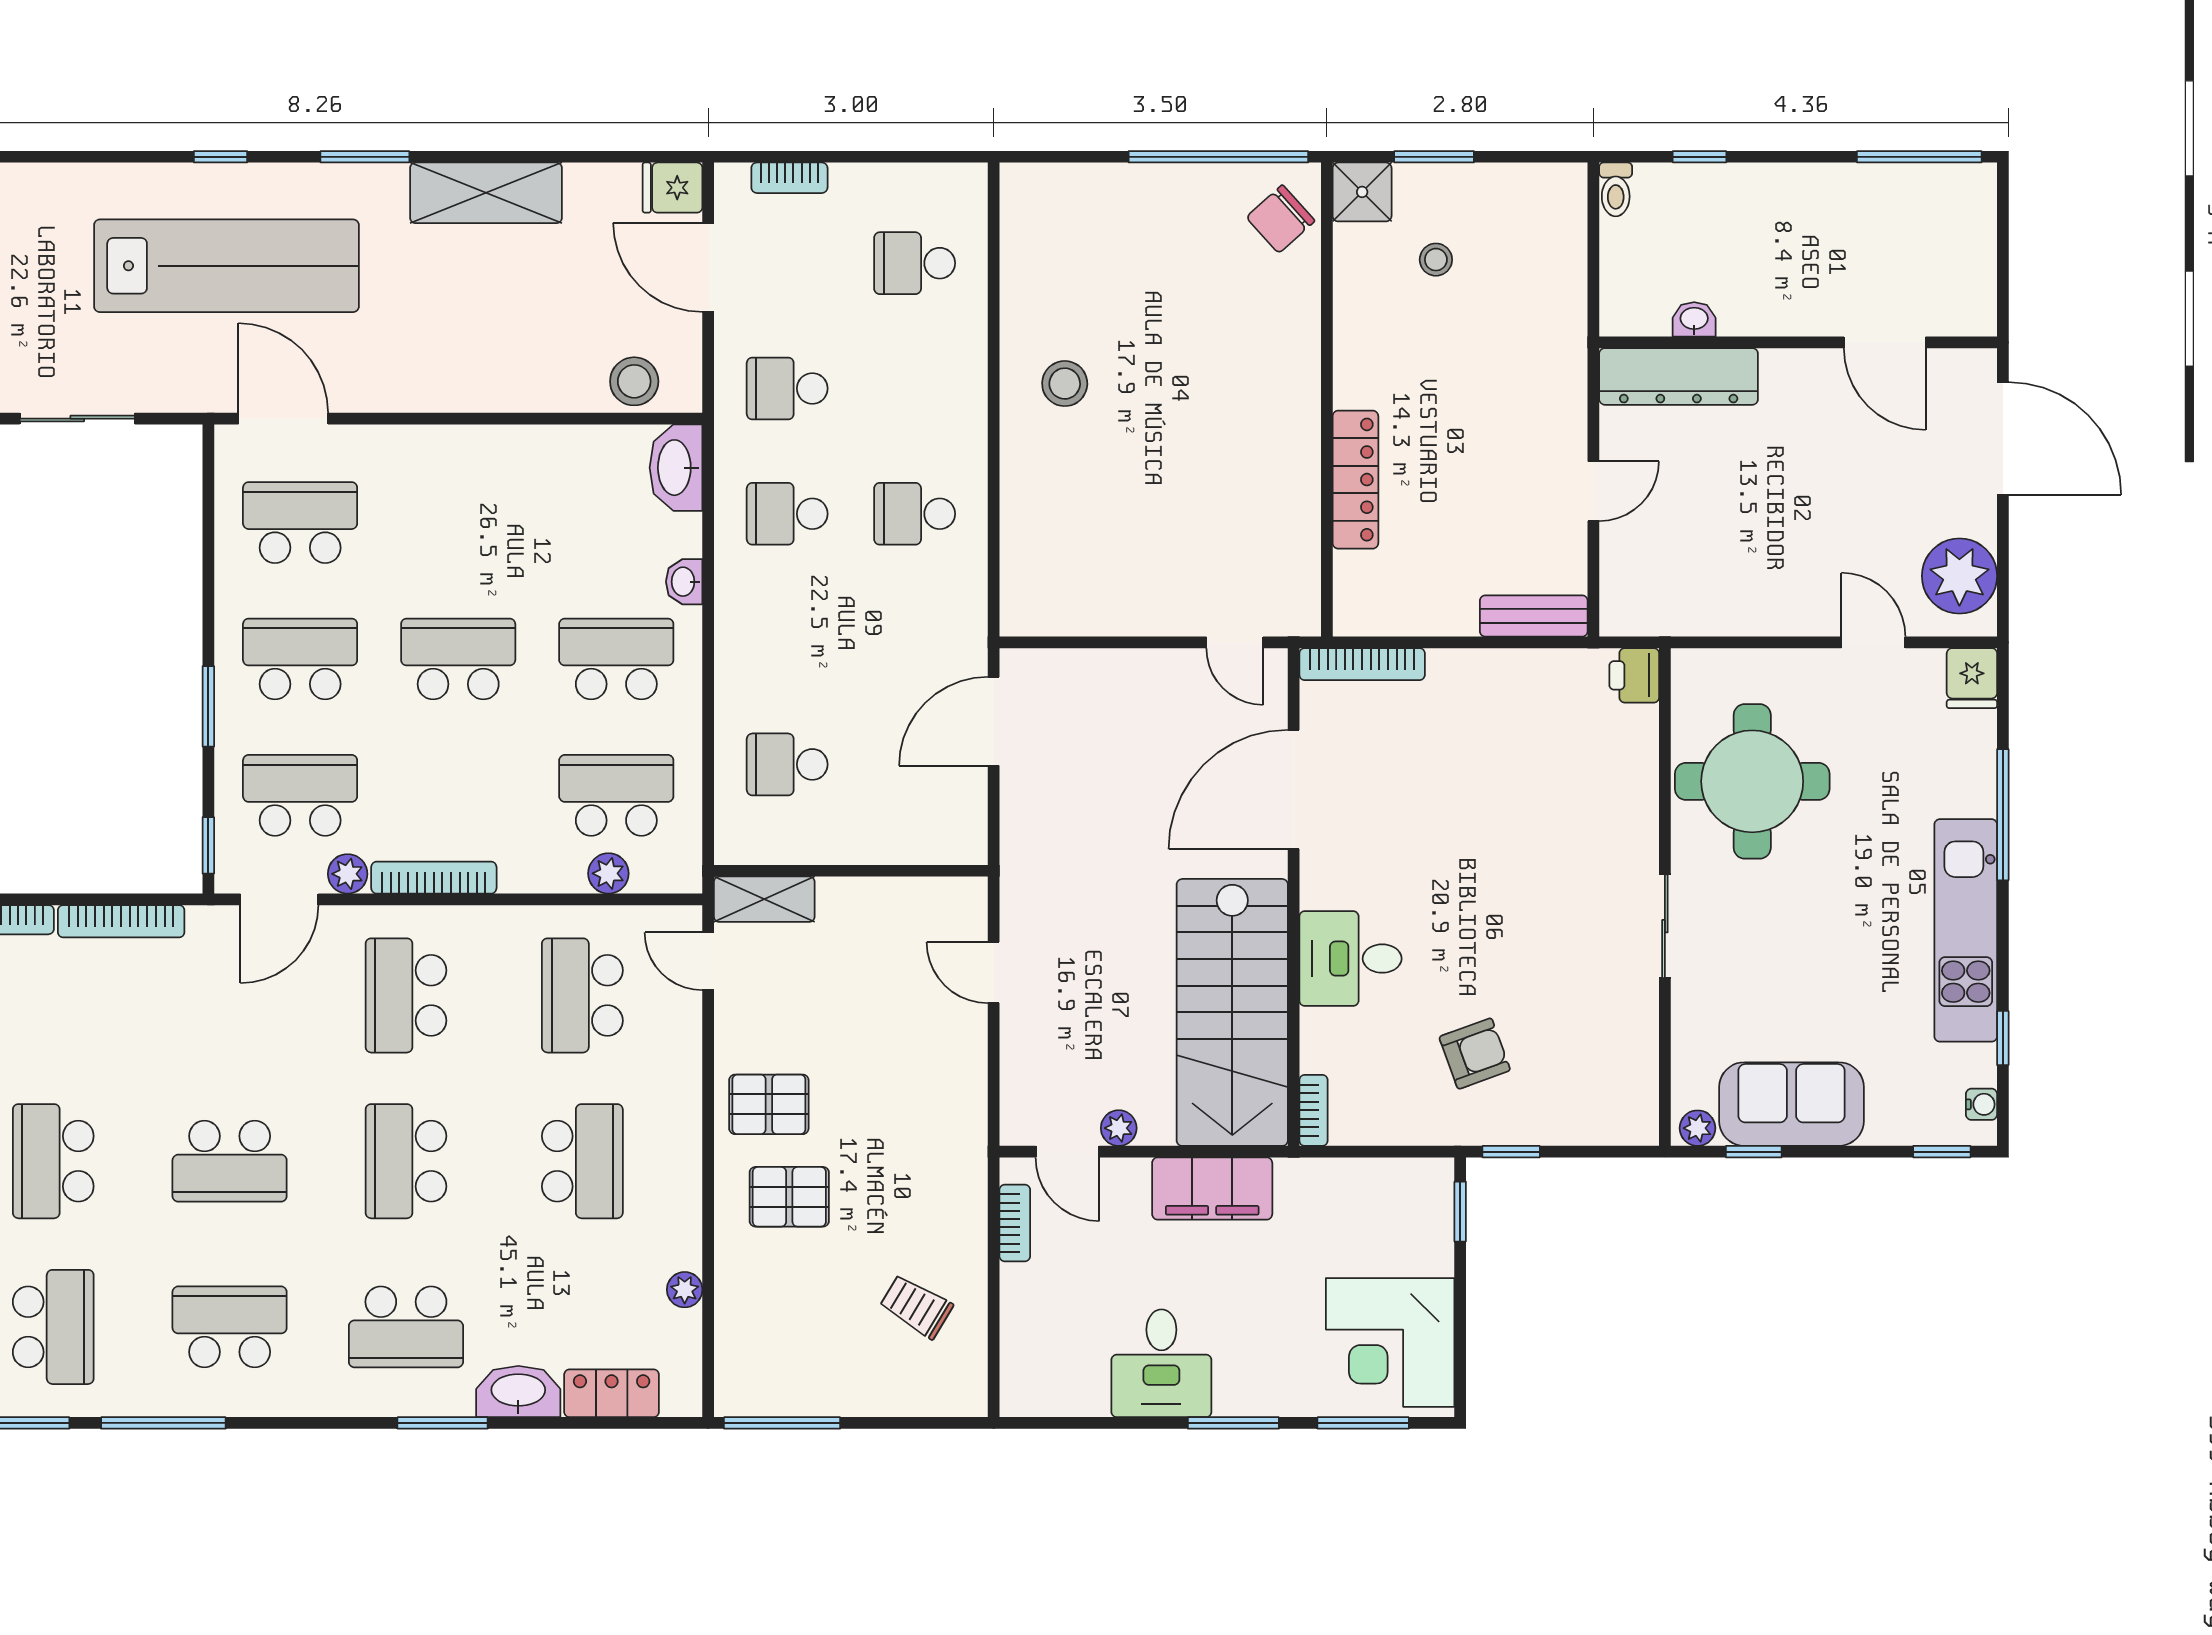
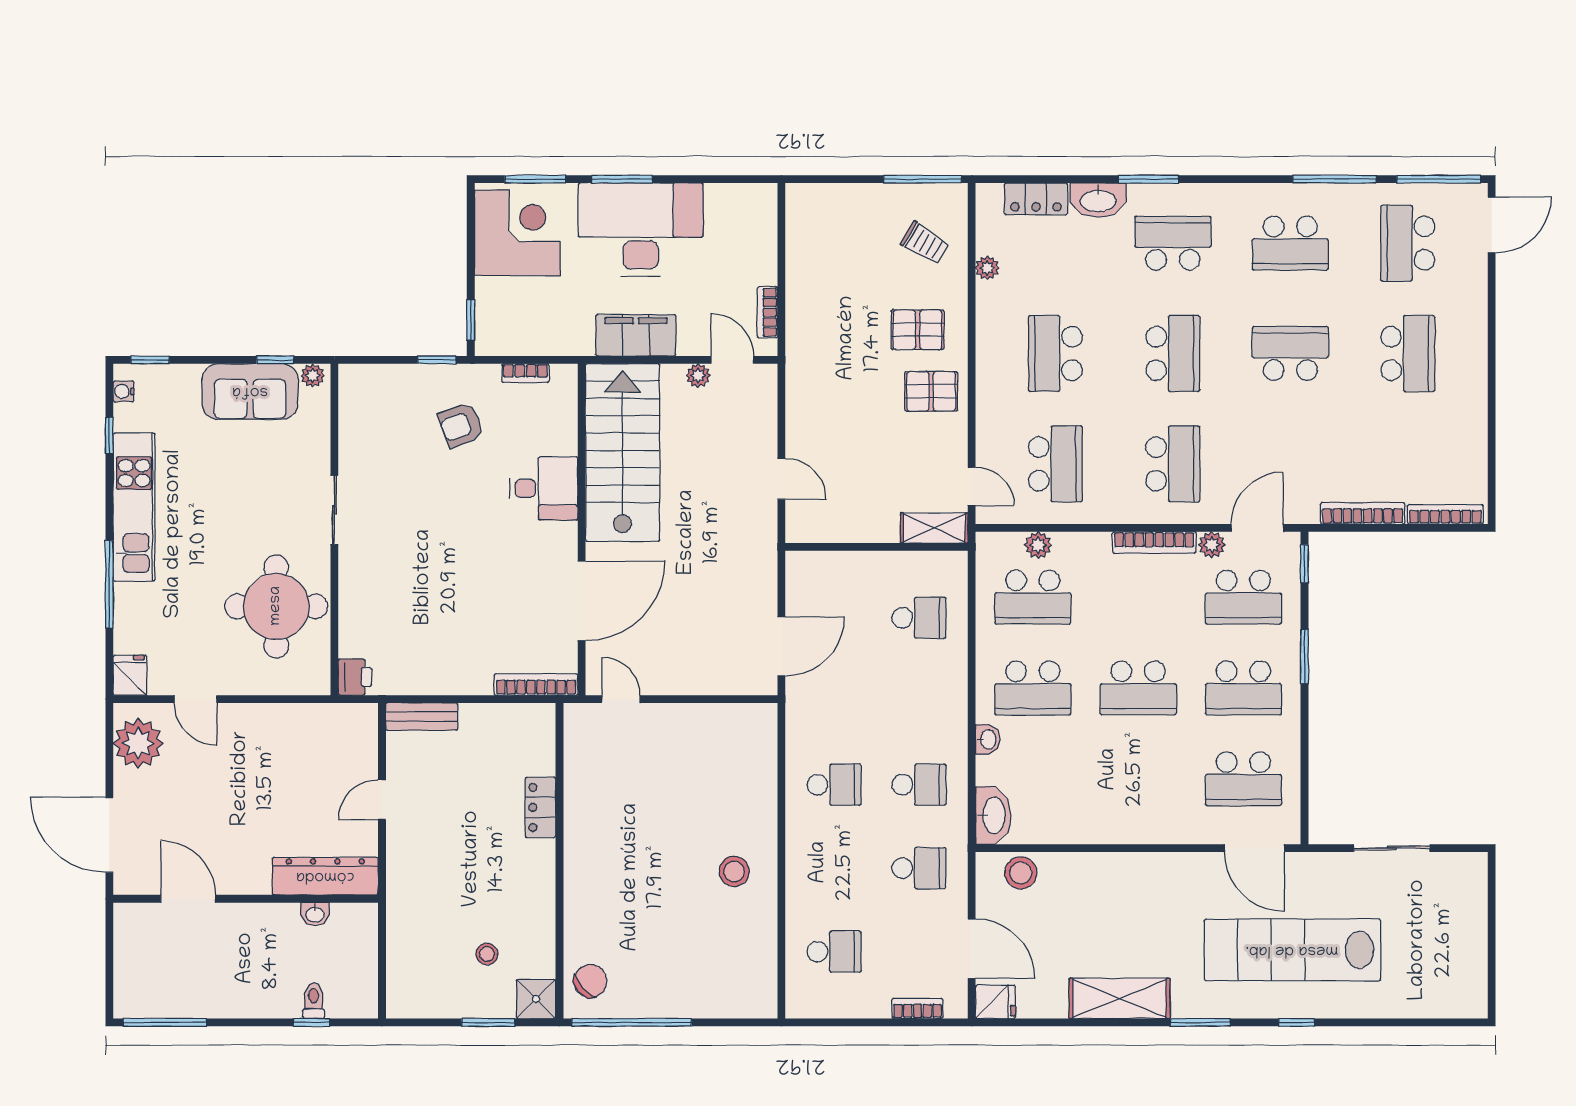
toilet: (1616, 189) -> (314, 1001), moved
locker: (1355, 480) -> (540, 807), width x0.66
bookcase: (1314, 1110) -> (525, 373), moved, turned -90
trolley: (916, 1306) -> (925, 243), moved
desk: (1161, 1363) -> (641, 230), width x1.87, depth x1.30

